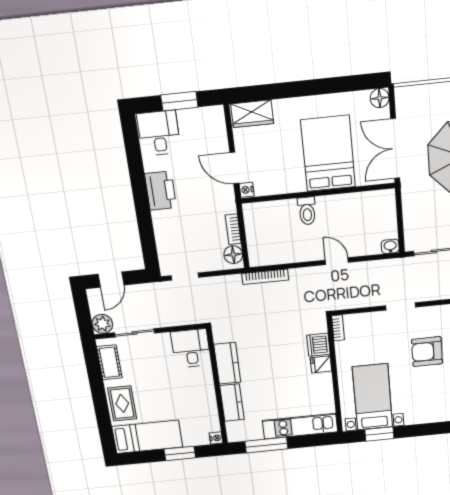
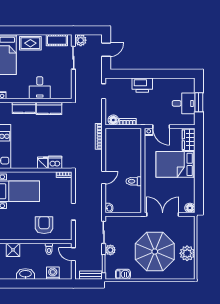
desk: (159, 133) -> (184, 103), moved
bed: (328, 154) -> (176, 164), moved, turned 180
door: (234, 168) -> (161, 127), swing flipped
printer: (161, 191) -> (142, 85), moved
toilet: (307, 211) -> (134, 181), moved
door: (111, 280) -> (106, 50), swing flipped
desk: (191, 348) -> (40, 88), moved, turned 90

